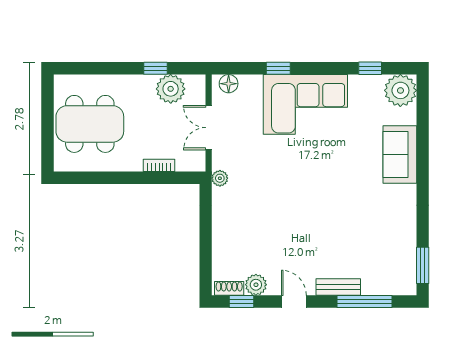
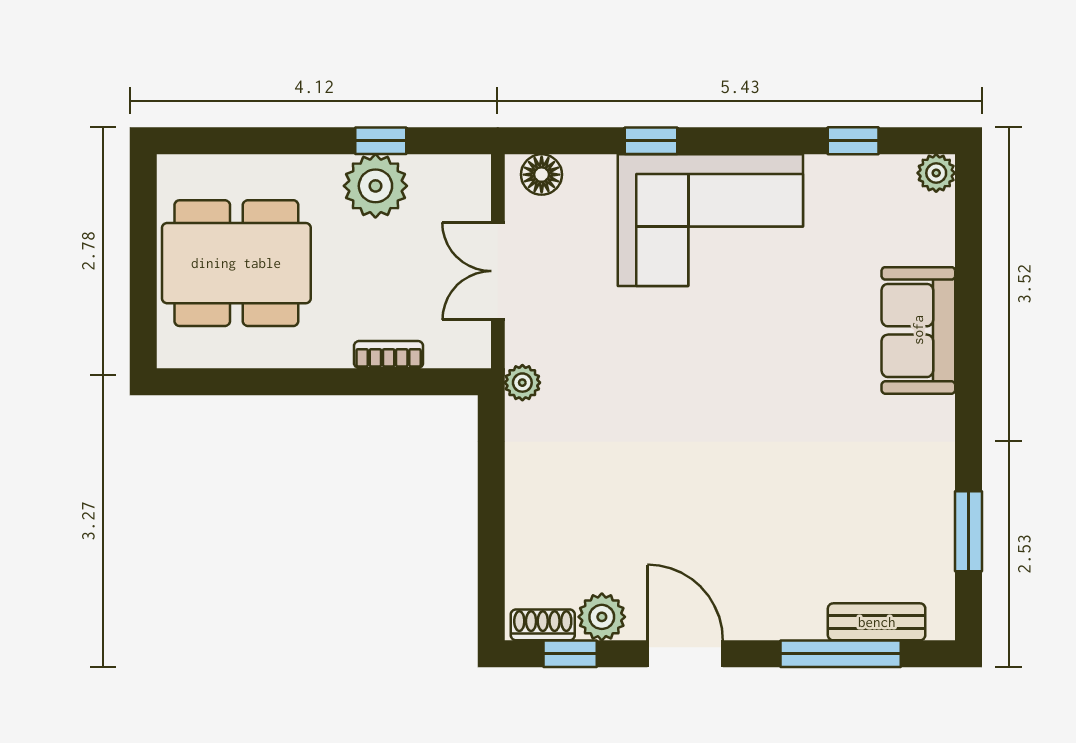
plant: (171, 89) -> (375, 186), moved
plant: (400, 90) -> (936, 173), width x0.53, depth x0.53
window: (423, 265) -> (968, 531), moved
bench: (338, 287) -> (877, 622), moved
door: (294, 301) -> (685, 654), width x1.38

